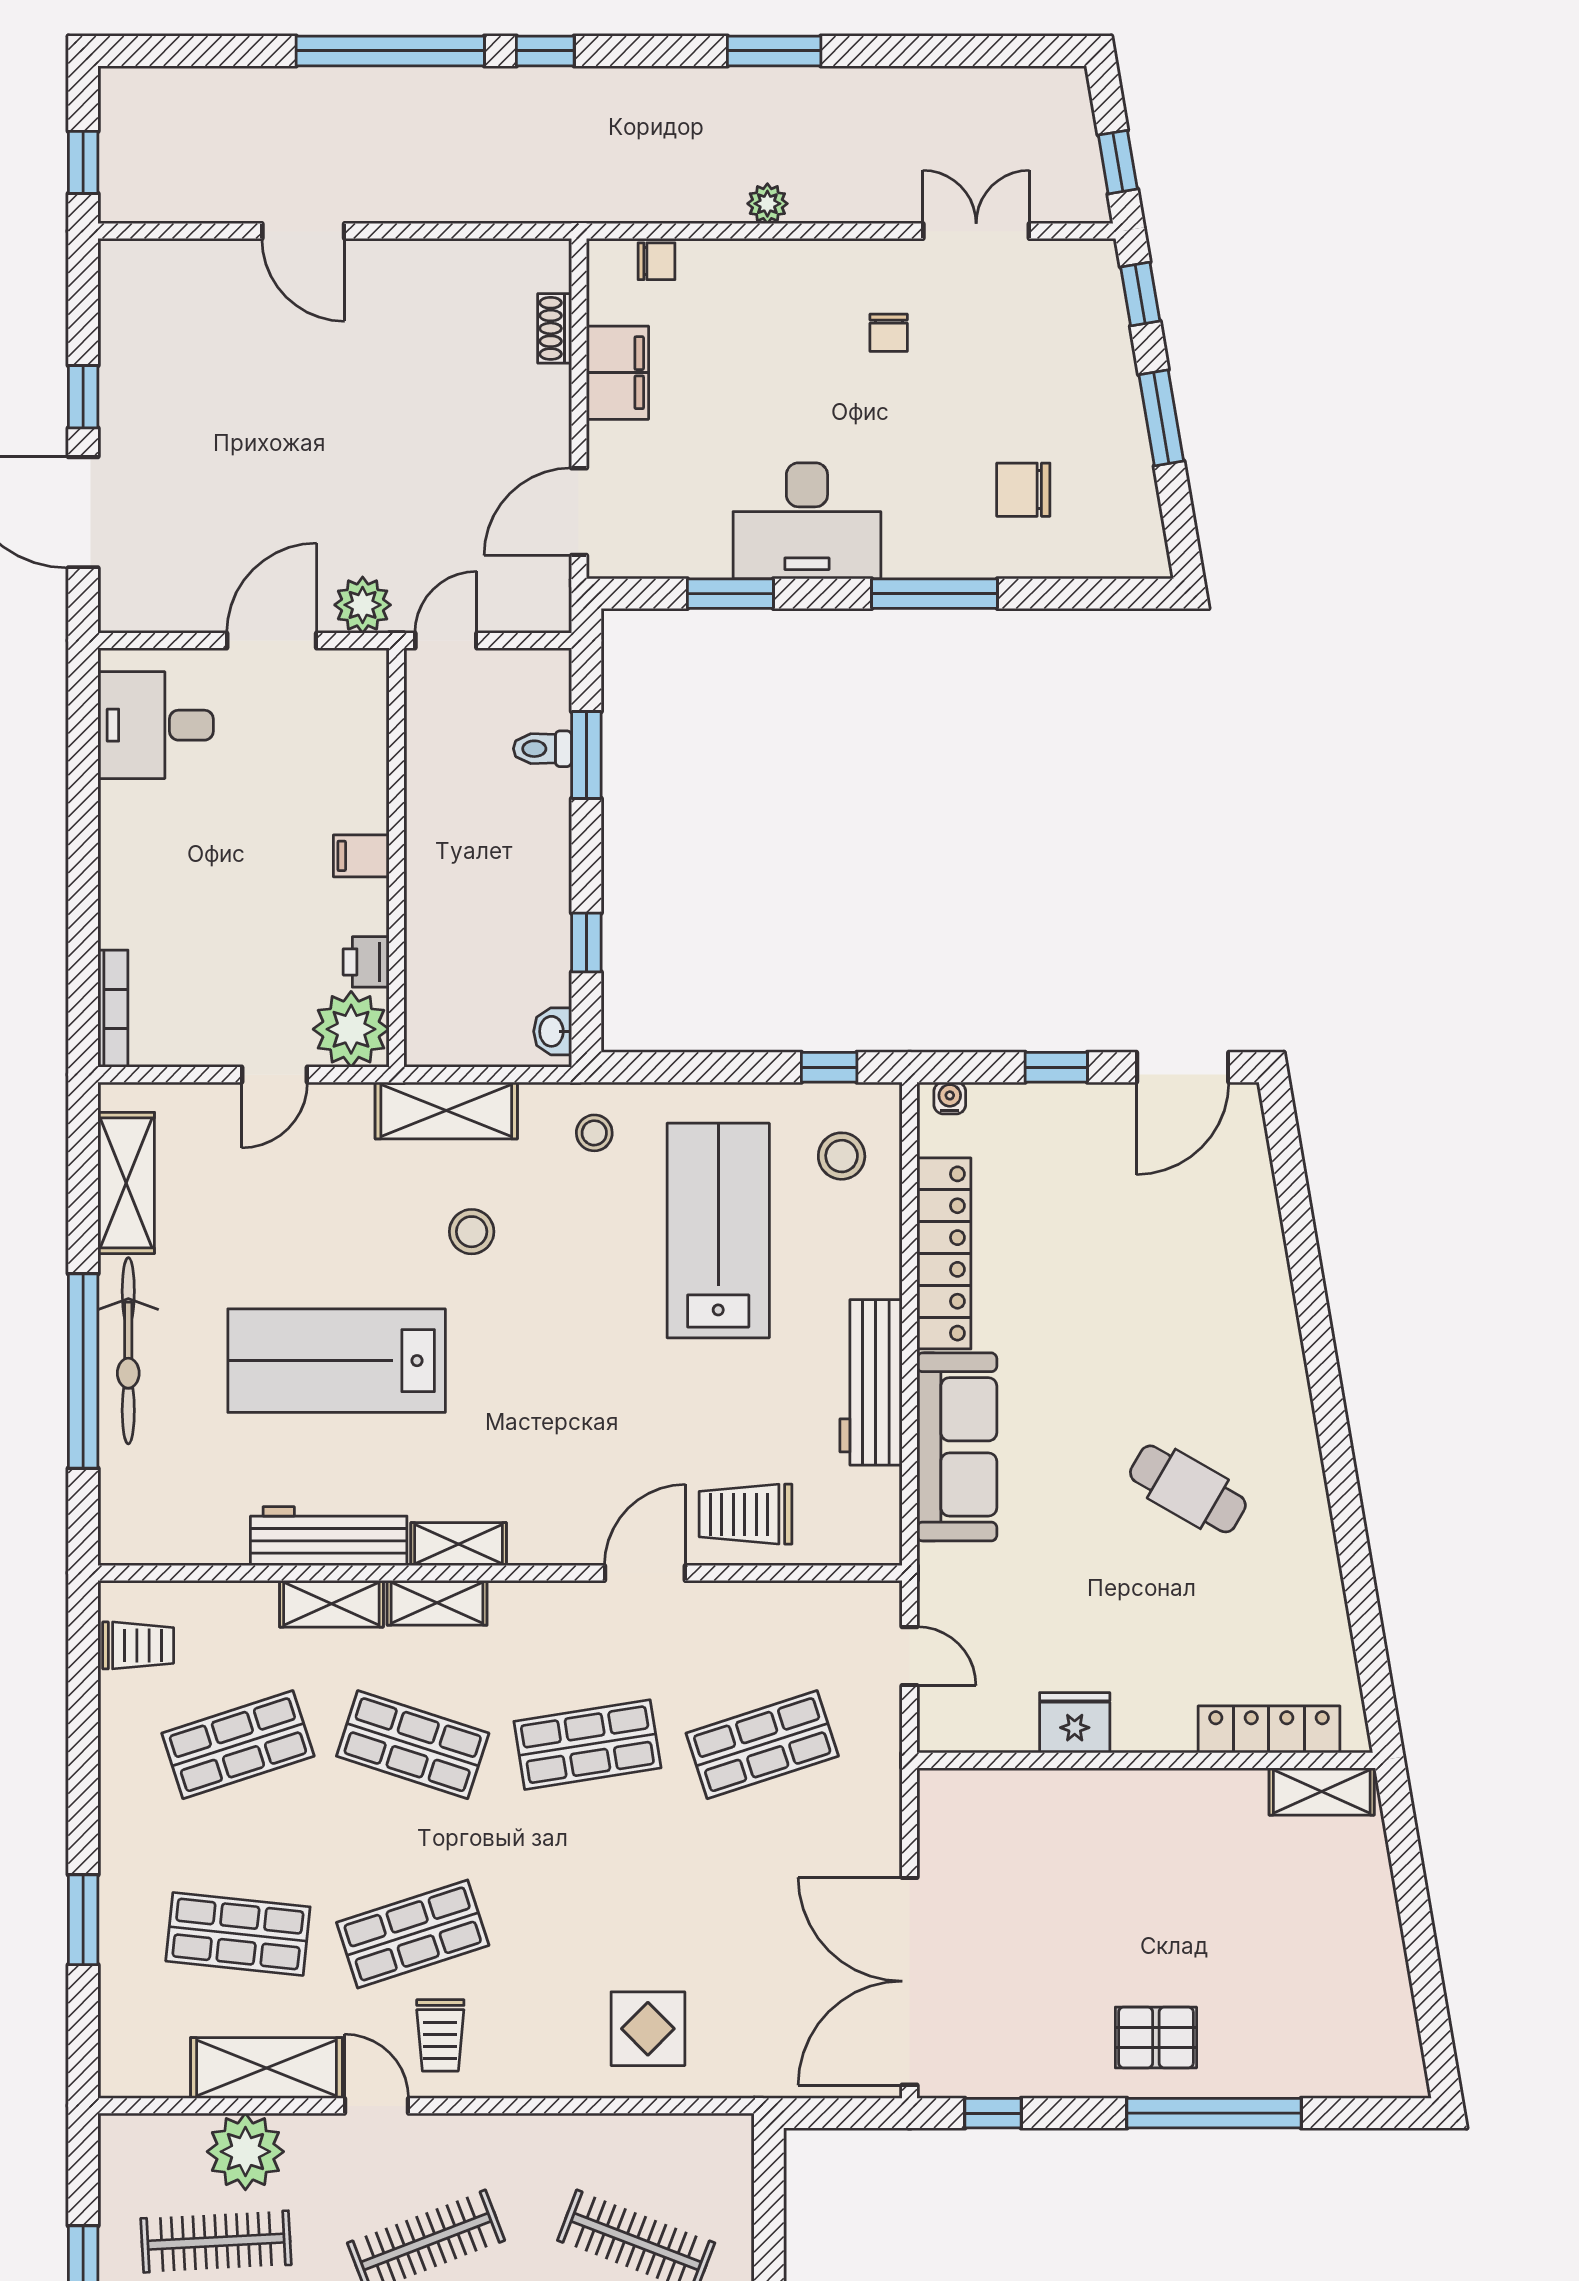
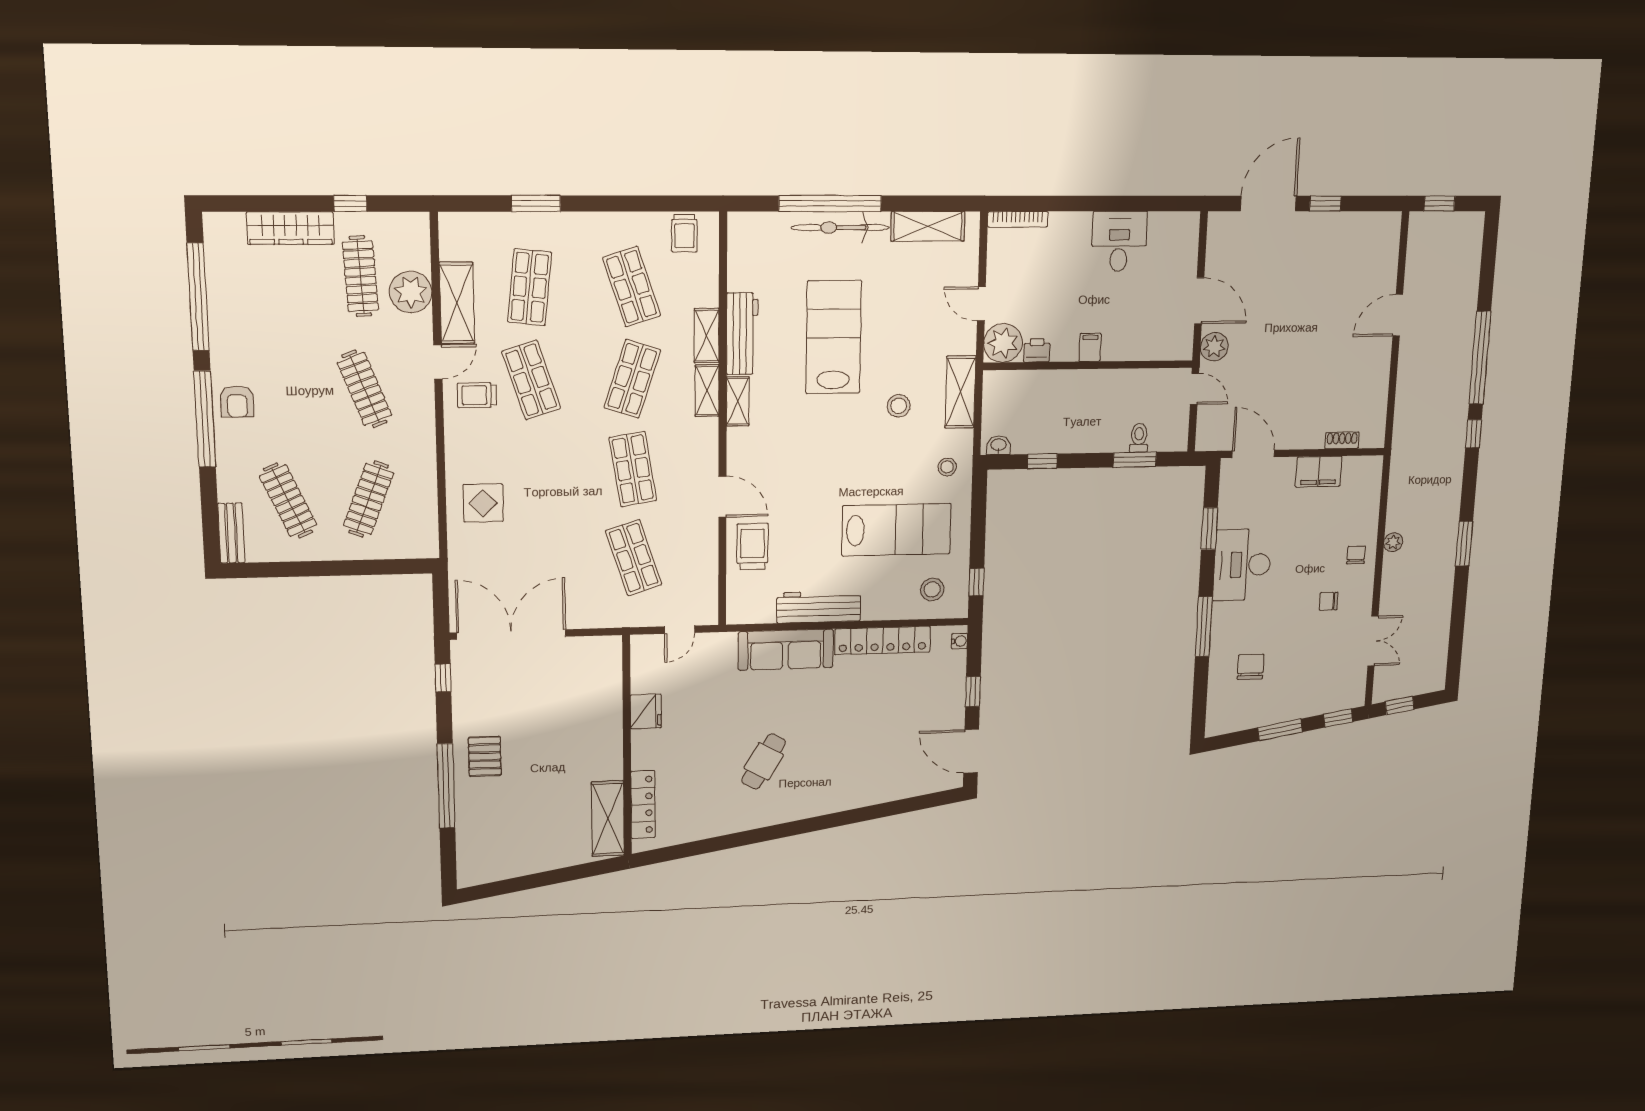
chair: (656, 261) -> (1356, 555), moved, turned 180
desk: (156, 725) -> (1119, 241), moved
shelving: (1322, 1791) -> (608, 819), width x1.50, depth x1.33

